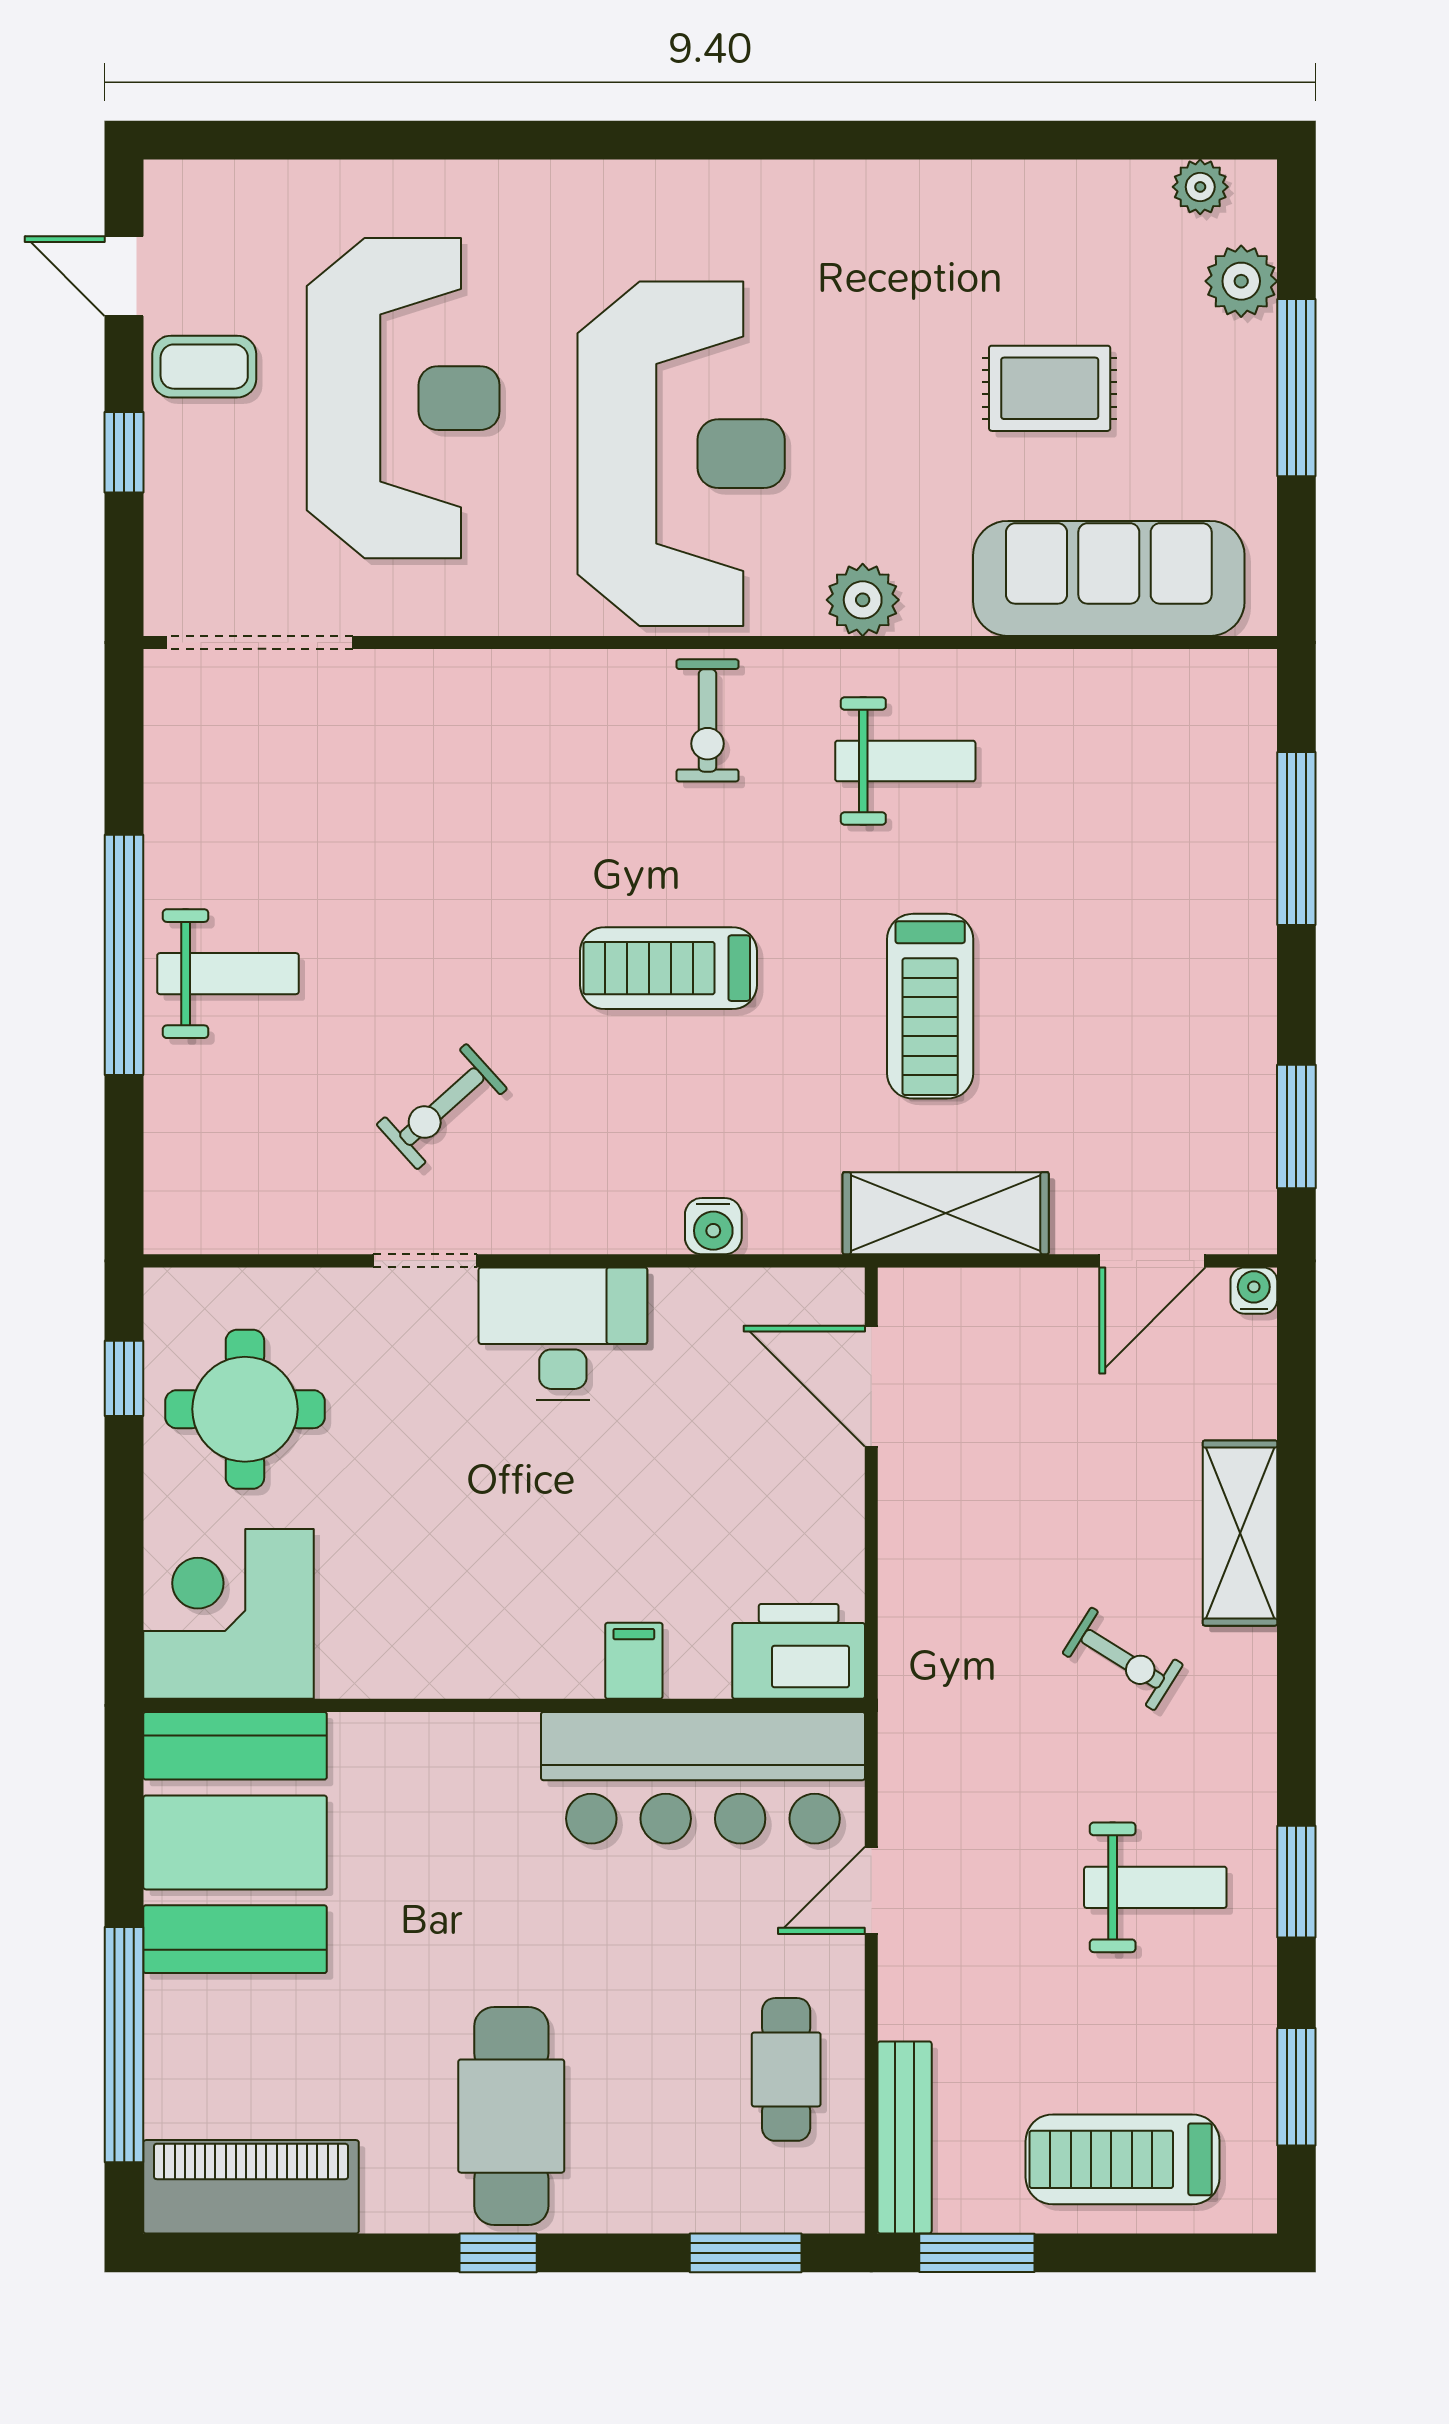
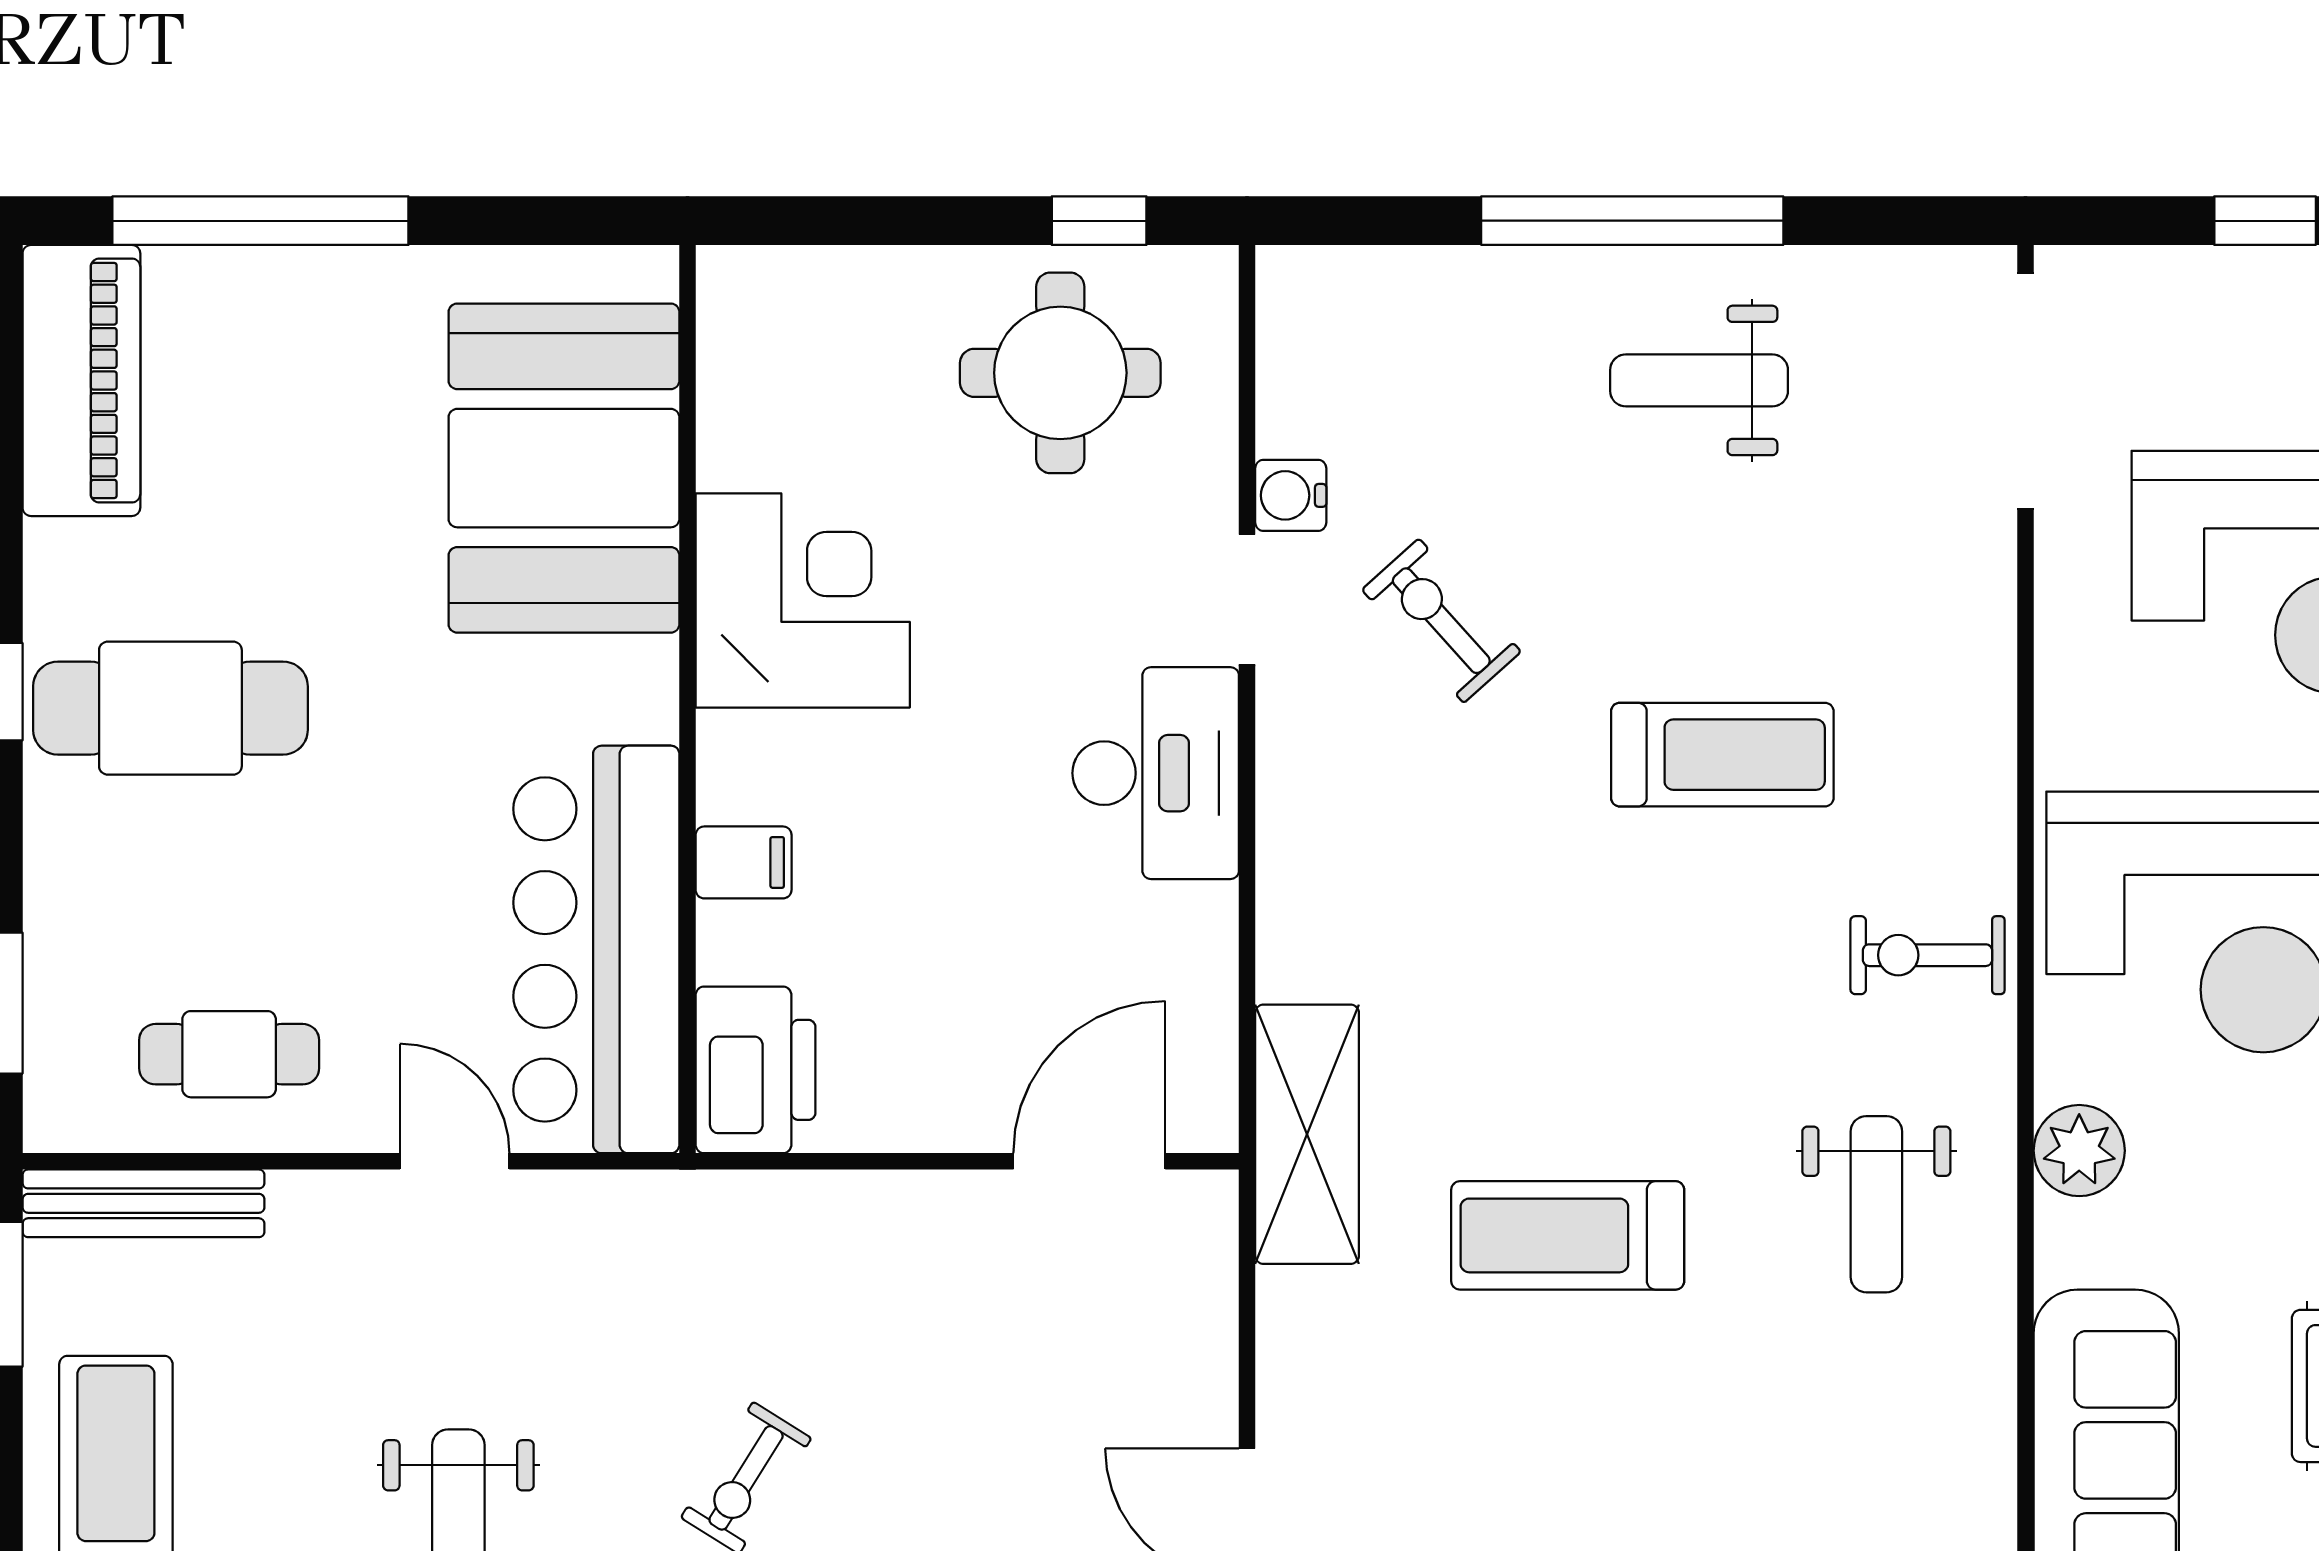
treadmill: (669, 968) -> (1722, 755), moved, turned 90
weight bench: (228, 974) -> (1699, 380), moved, turned 90
shelving: (946, 1213) -> (1307, 1134), moved
water cooler: (713, 1226) -> (1291, 495), moved
corner desk: (228, 1614) -> (803, 600), moved
booth: (235, 1842) -> (564, 468), moved, turned 90

